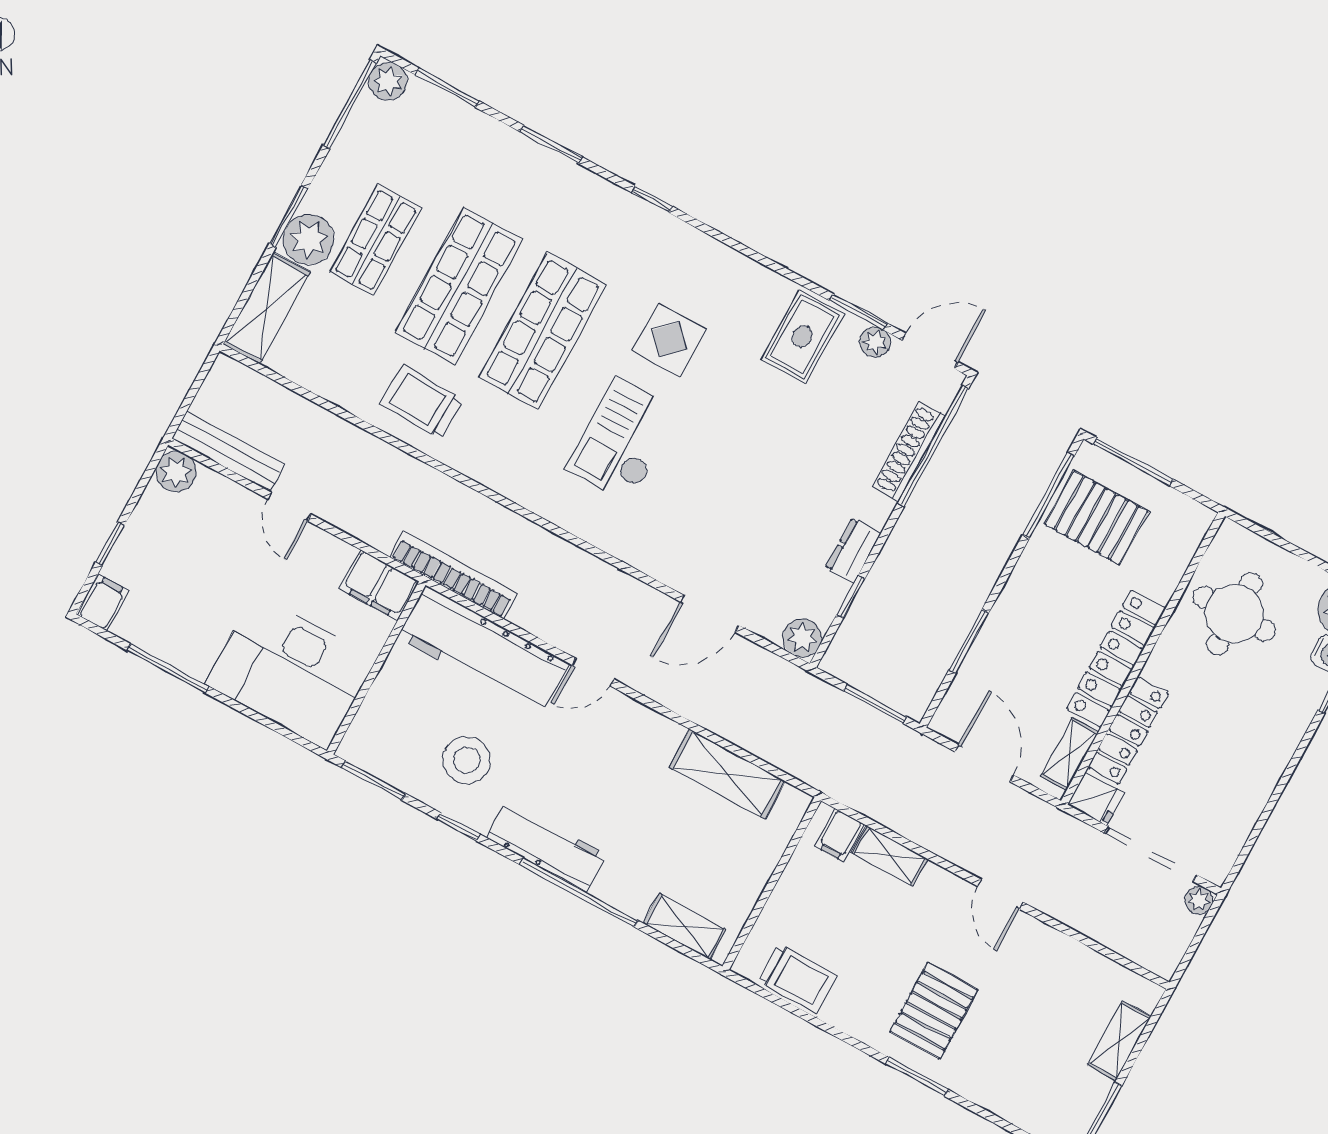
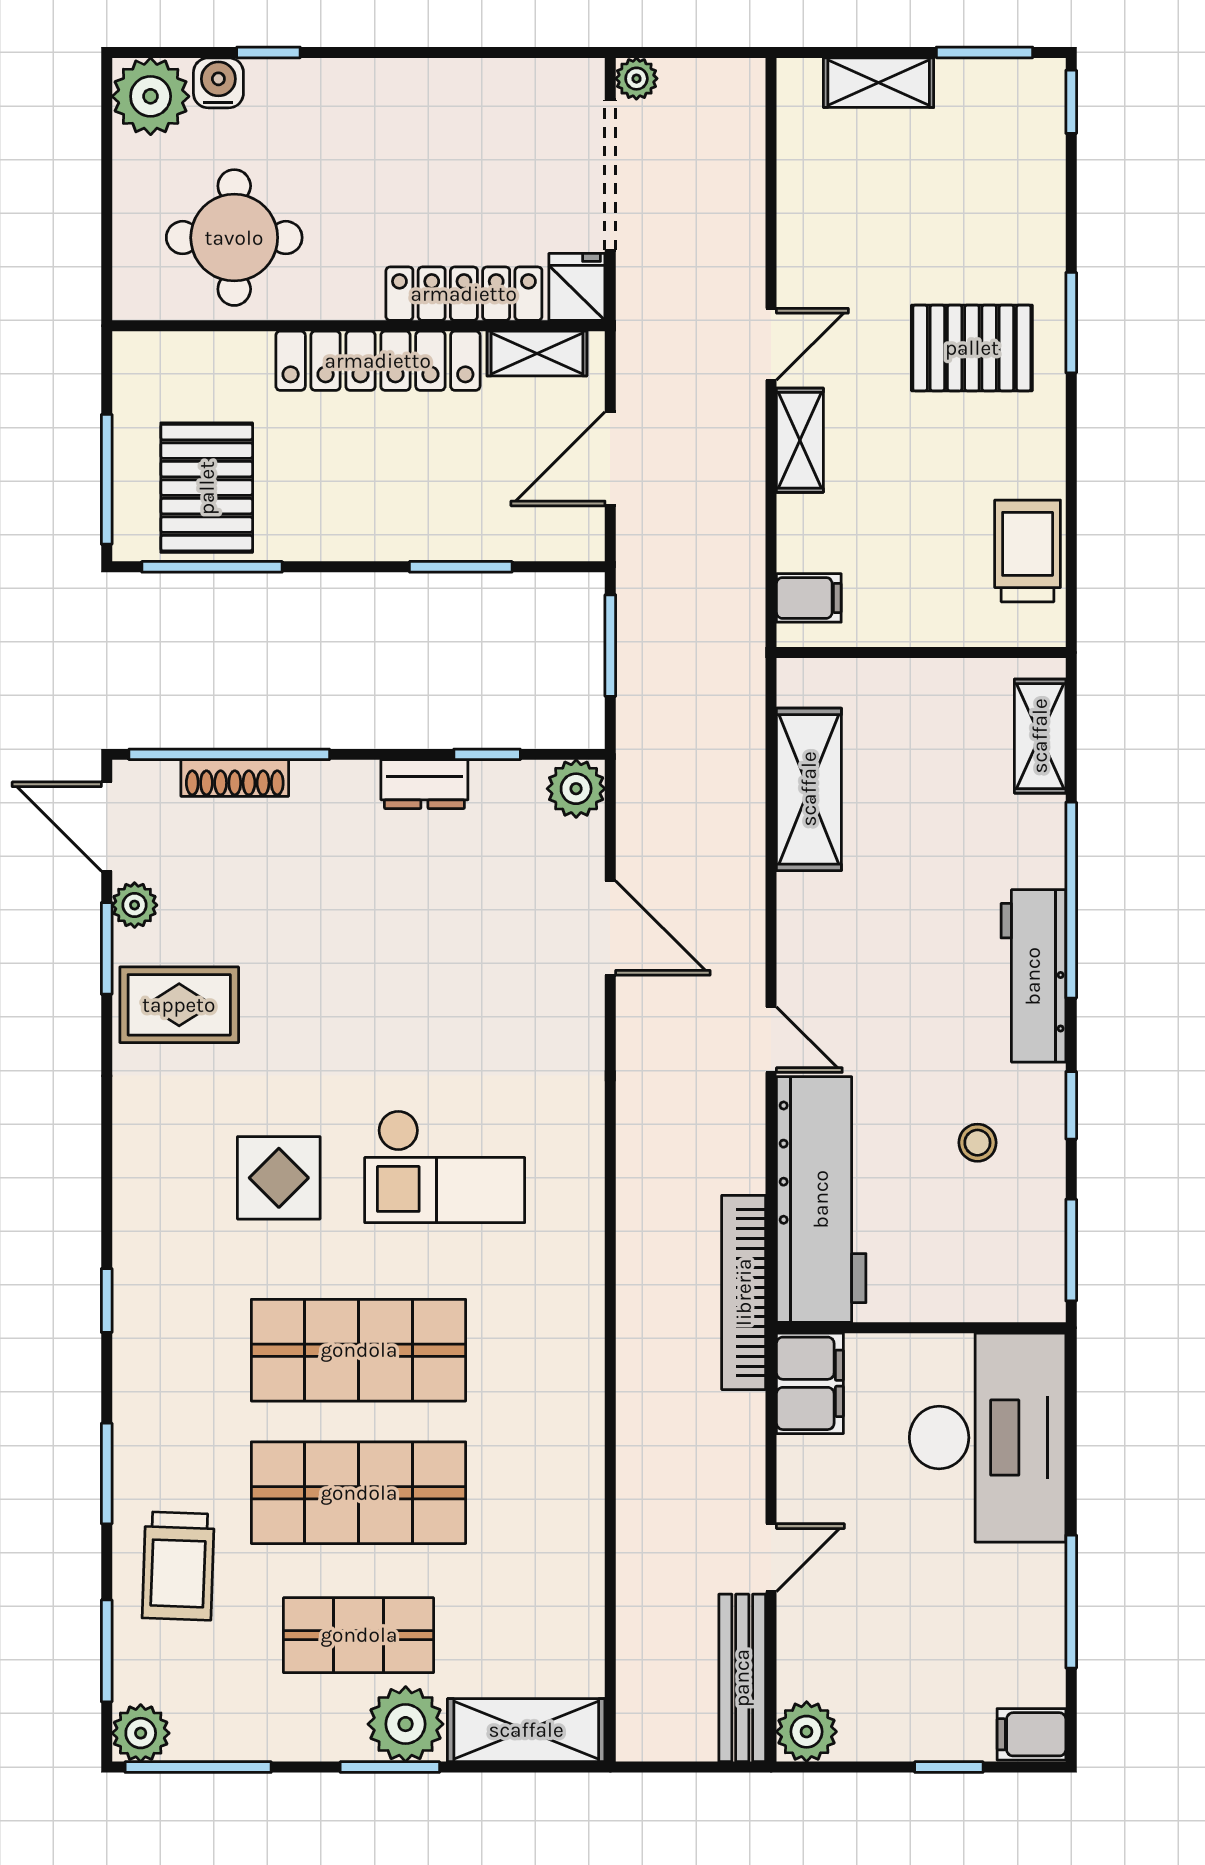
trolley: (422, 402) -> (178, 1566), moved
shoe rack: (909, 451) -> (235, 778), width x0.74, depth x0.81
stool: (467, 760) -> (977, 1143), width x0.53, depth x0.53
shelving: (890, 856) -> (800, 440), moved

